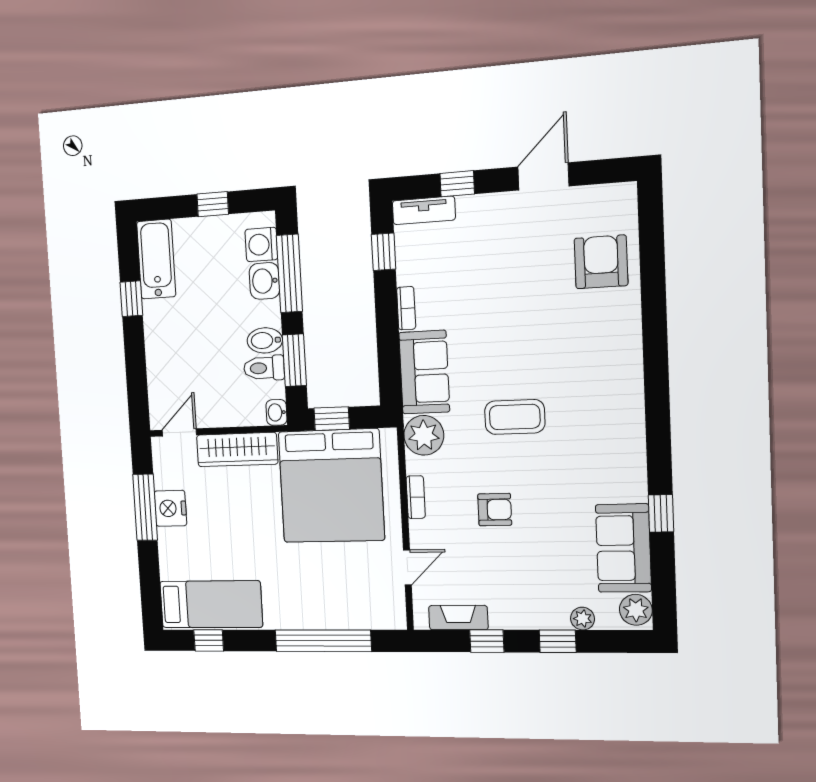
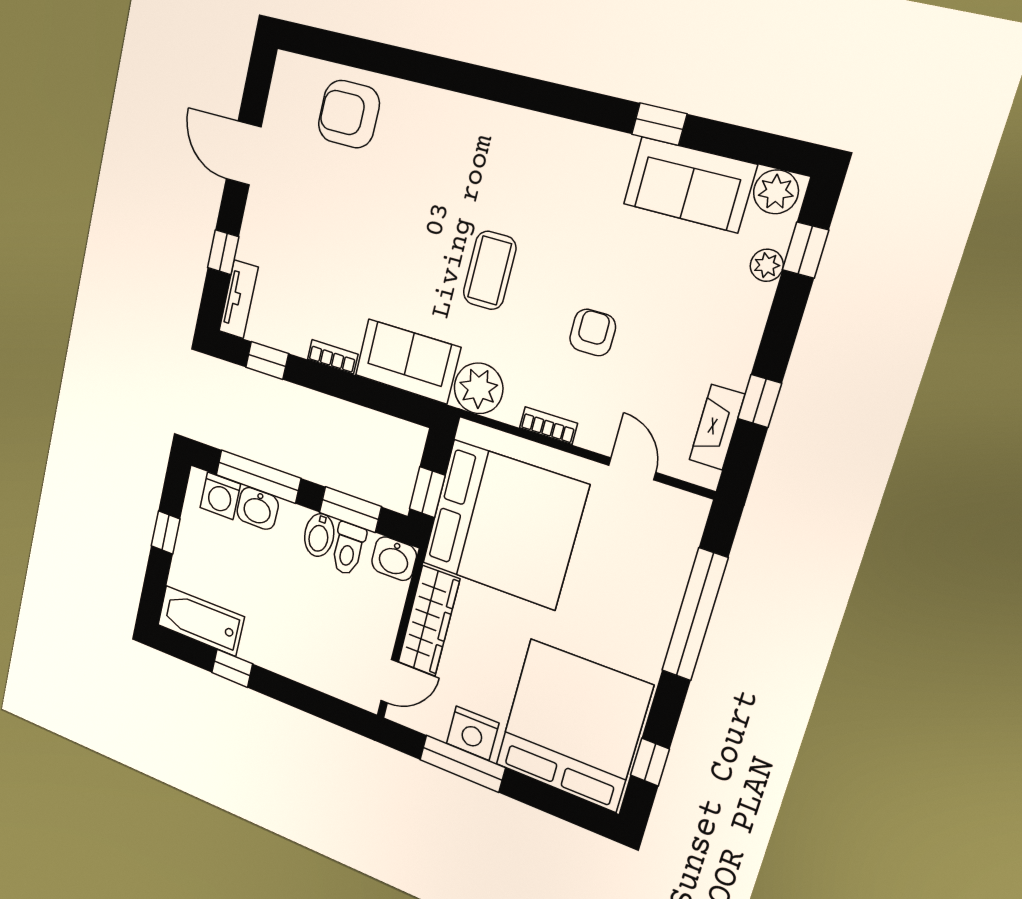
washbasin: (276, 412) -> (394, 559), width x1.38, depth x1.45
door: (179, 432) -> (389, 681), swing flipped
bed: (211, 604) -> (573, 725), width x2.04
window: (558, 641) -> (805, 250), moved

